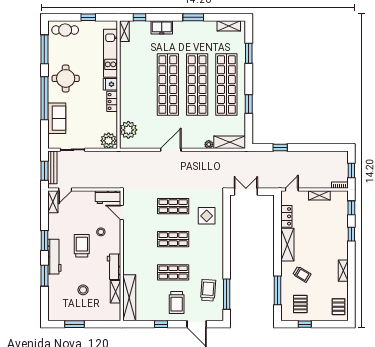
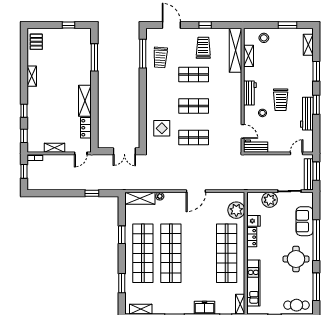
fridge: (110, 84) -> (253, 221), moved
shop shelf: (168, 85) -> (227, 253), moved
plant: (109, 141) -> (270, 200), moved
shelving: (53, 202) -> (308, 45), moved
workbench: (54, 257) -> (307, 114), moved
workbench: (114, 267) -> (250, 93), moved
trolley: (302, 274) -> (71, 73), removed
stool: (83, 290) -> (264, 38), moved
trolley: (177, 303) -> (203, 48), moved
pallet: (300, 304) -> (73, 44), removed

